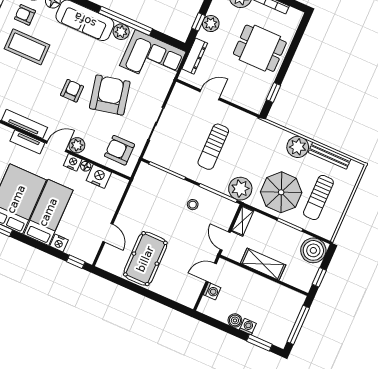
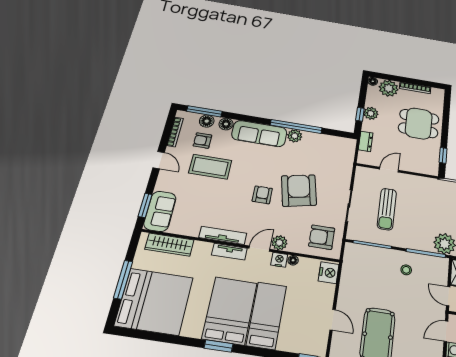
dresser: (195, 56) -> (366, 141), width x0.70
corner sofa: (153, 59) -> (329, 151), removed
sun lounger: (213, 147) -> (387, 209), moved
nightstand: (99, 176) -> (329, 273), moved, turned 90
nightstand: (59, 243) -> (285, 344), removed

